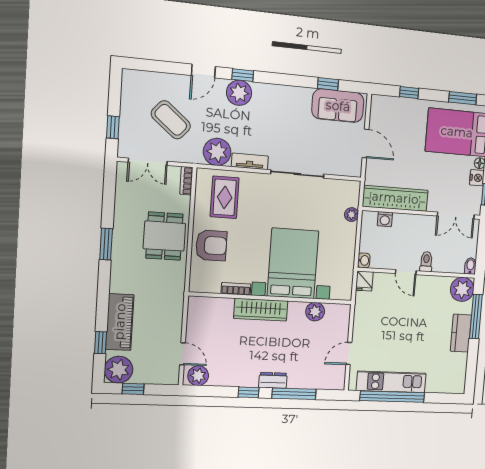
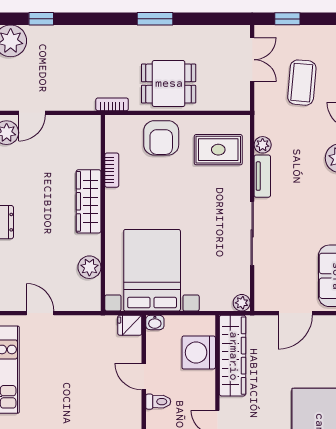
coffee table: (171, 120) -> (302, 83), turned -35
plant: (217, 152) -> (263, 145), width x0.53, depth x0.53
double door: (148, 162) -> (252, 60), swing flipped
bookcase: (186, 181) -> (112, 104), moved
plant: (351, 215) -> (242, 303), moved
washing machine: (385, 219) -> (199, 353), width x1.89, depth x1.89
bed with nightstands: (293, 263) -> (152, 270), moved, turned -90
door: (406, 272) -> (144, 377), hinge flipped
piano: (120, 322) -> (66, 39), removed

